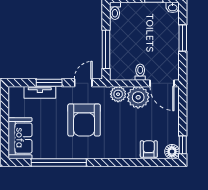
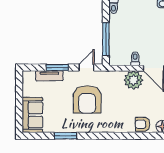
plant: (118, 94) -> (116, 77), removed
armchair: (149, 149) -> (142, 124), turned -90
window: (59, 162) -> (66, 136), width x0.47

